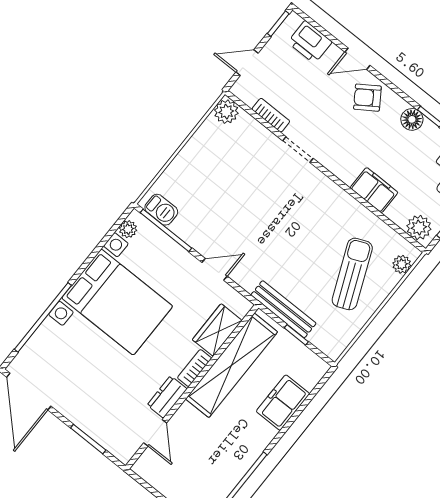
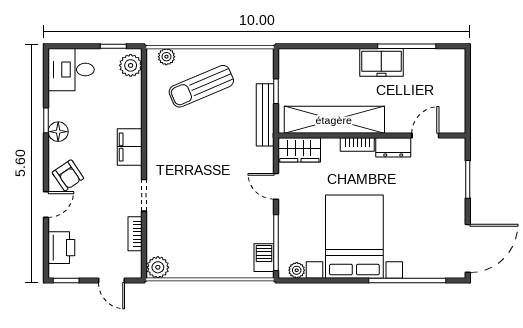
door: (357, 59) -> (46, 204), hinge flipped
filing cabinet: (374, 190) -> (130, 147), moved
wardrobe: (217, 330) -> (299, 150), moved
freezer: (283, 403) -> (381, 62), moved

